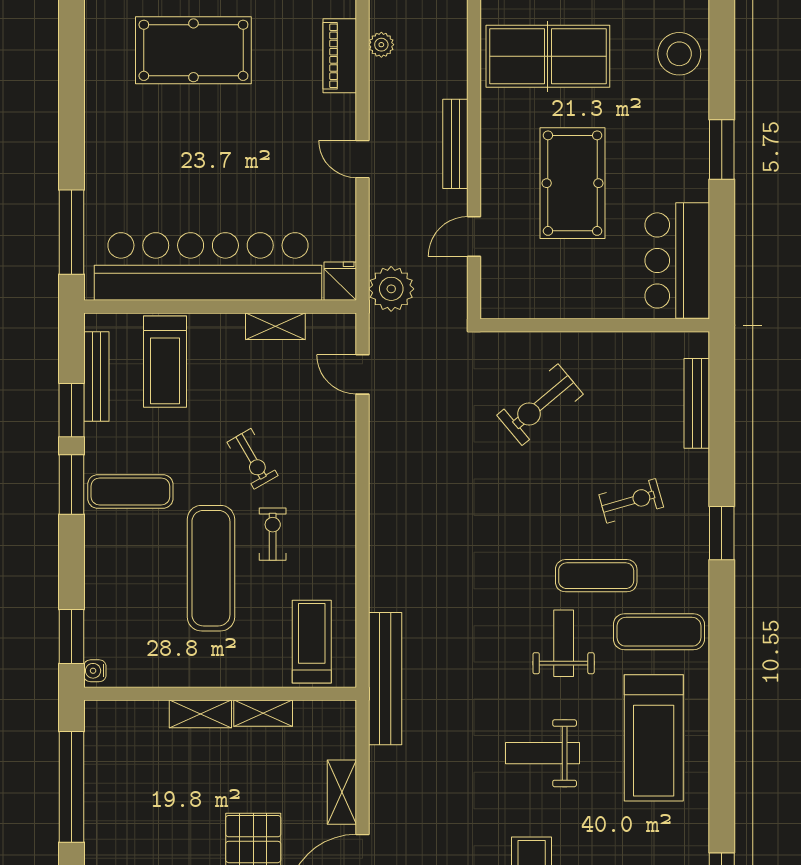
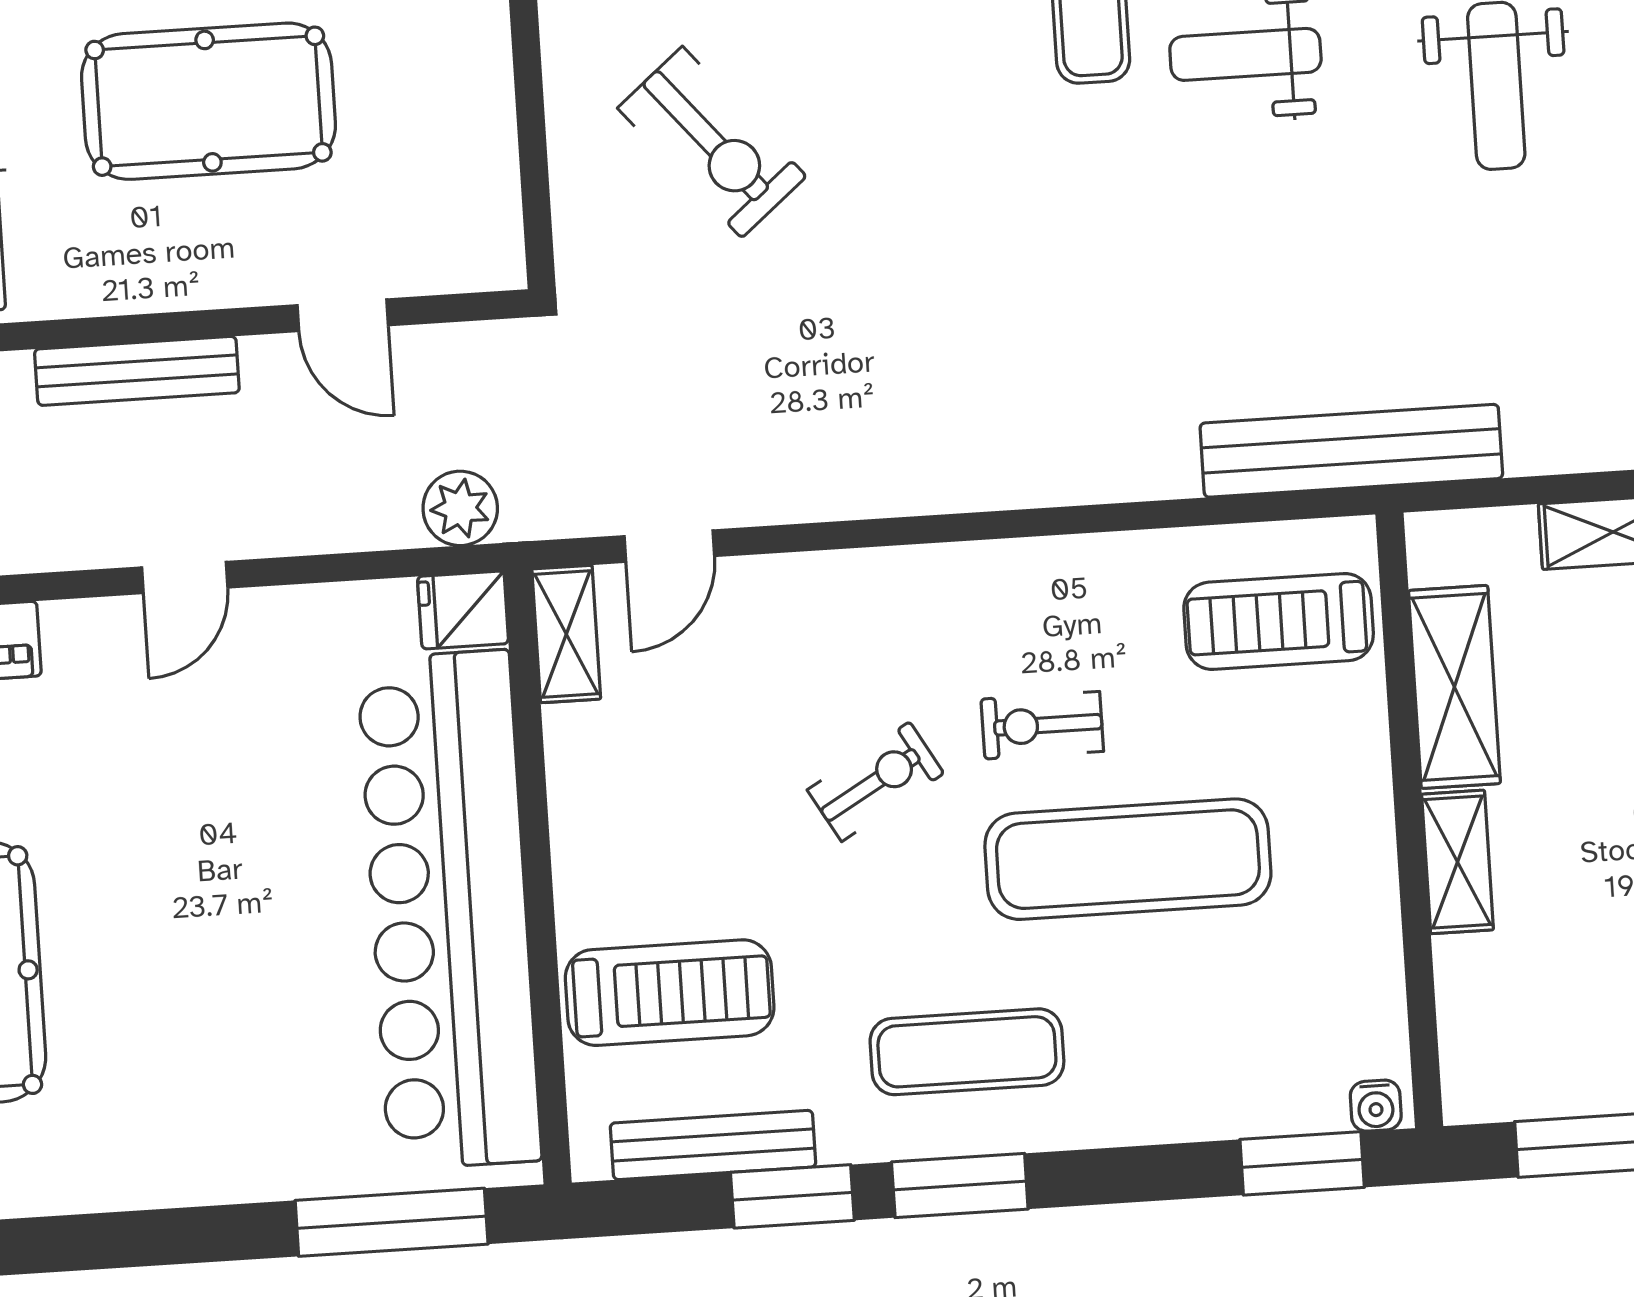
plant: (391, 289) -> (460, 508), width x0.73, depth x0.73
shelving: (275, 326) -> (566, 634), moved
exercise mat: (130, 491) -> (967, 1052), turned 90
shelving: (263, 713) -> (1454, 687), width x1.50, depth x1.33

